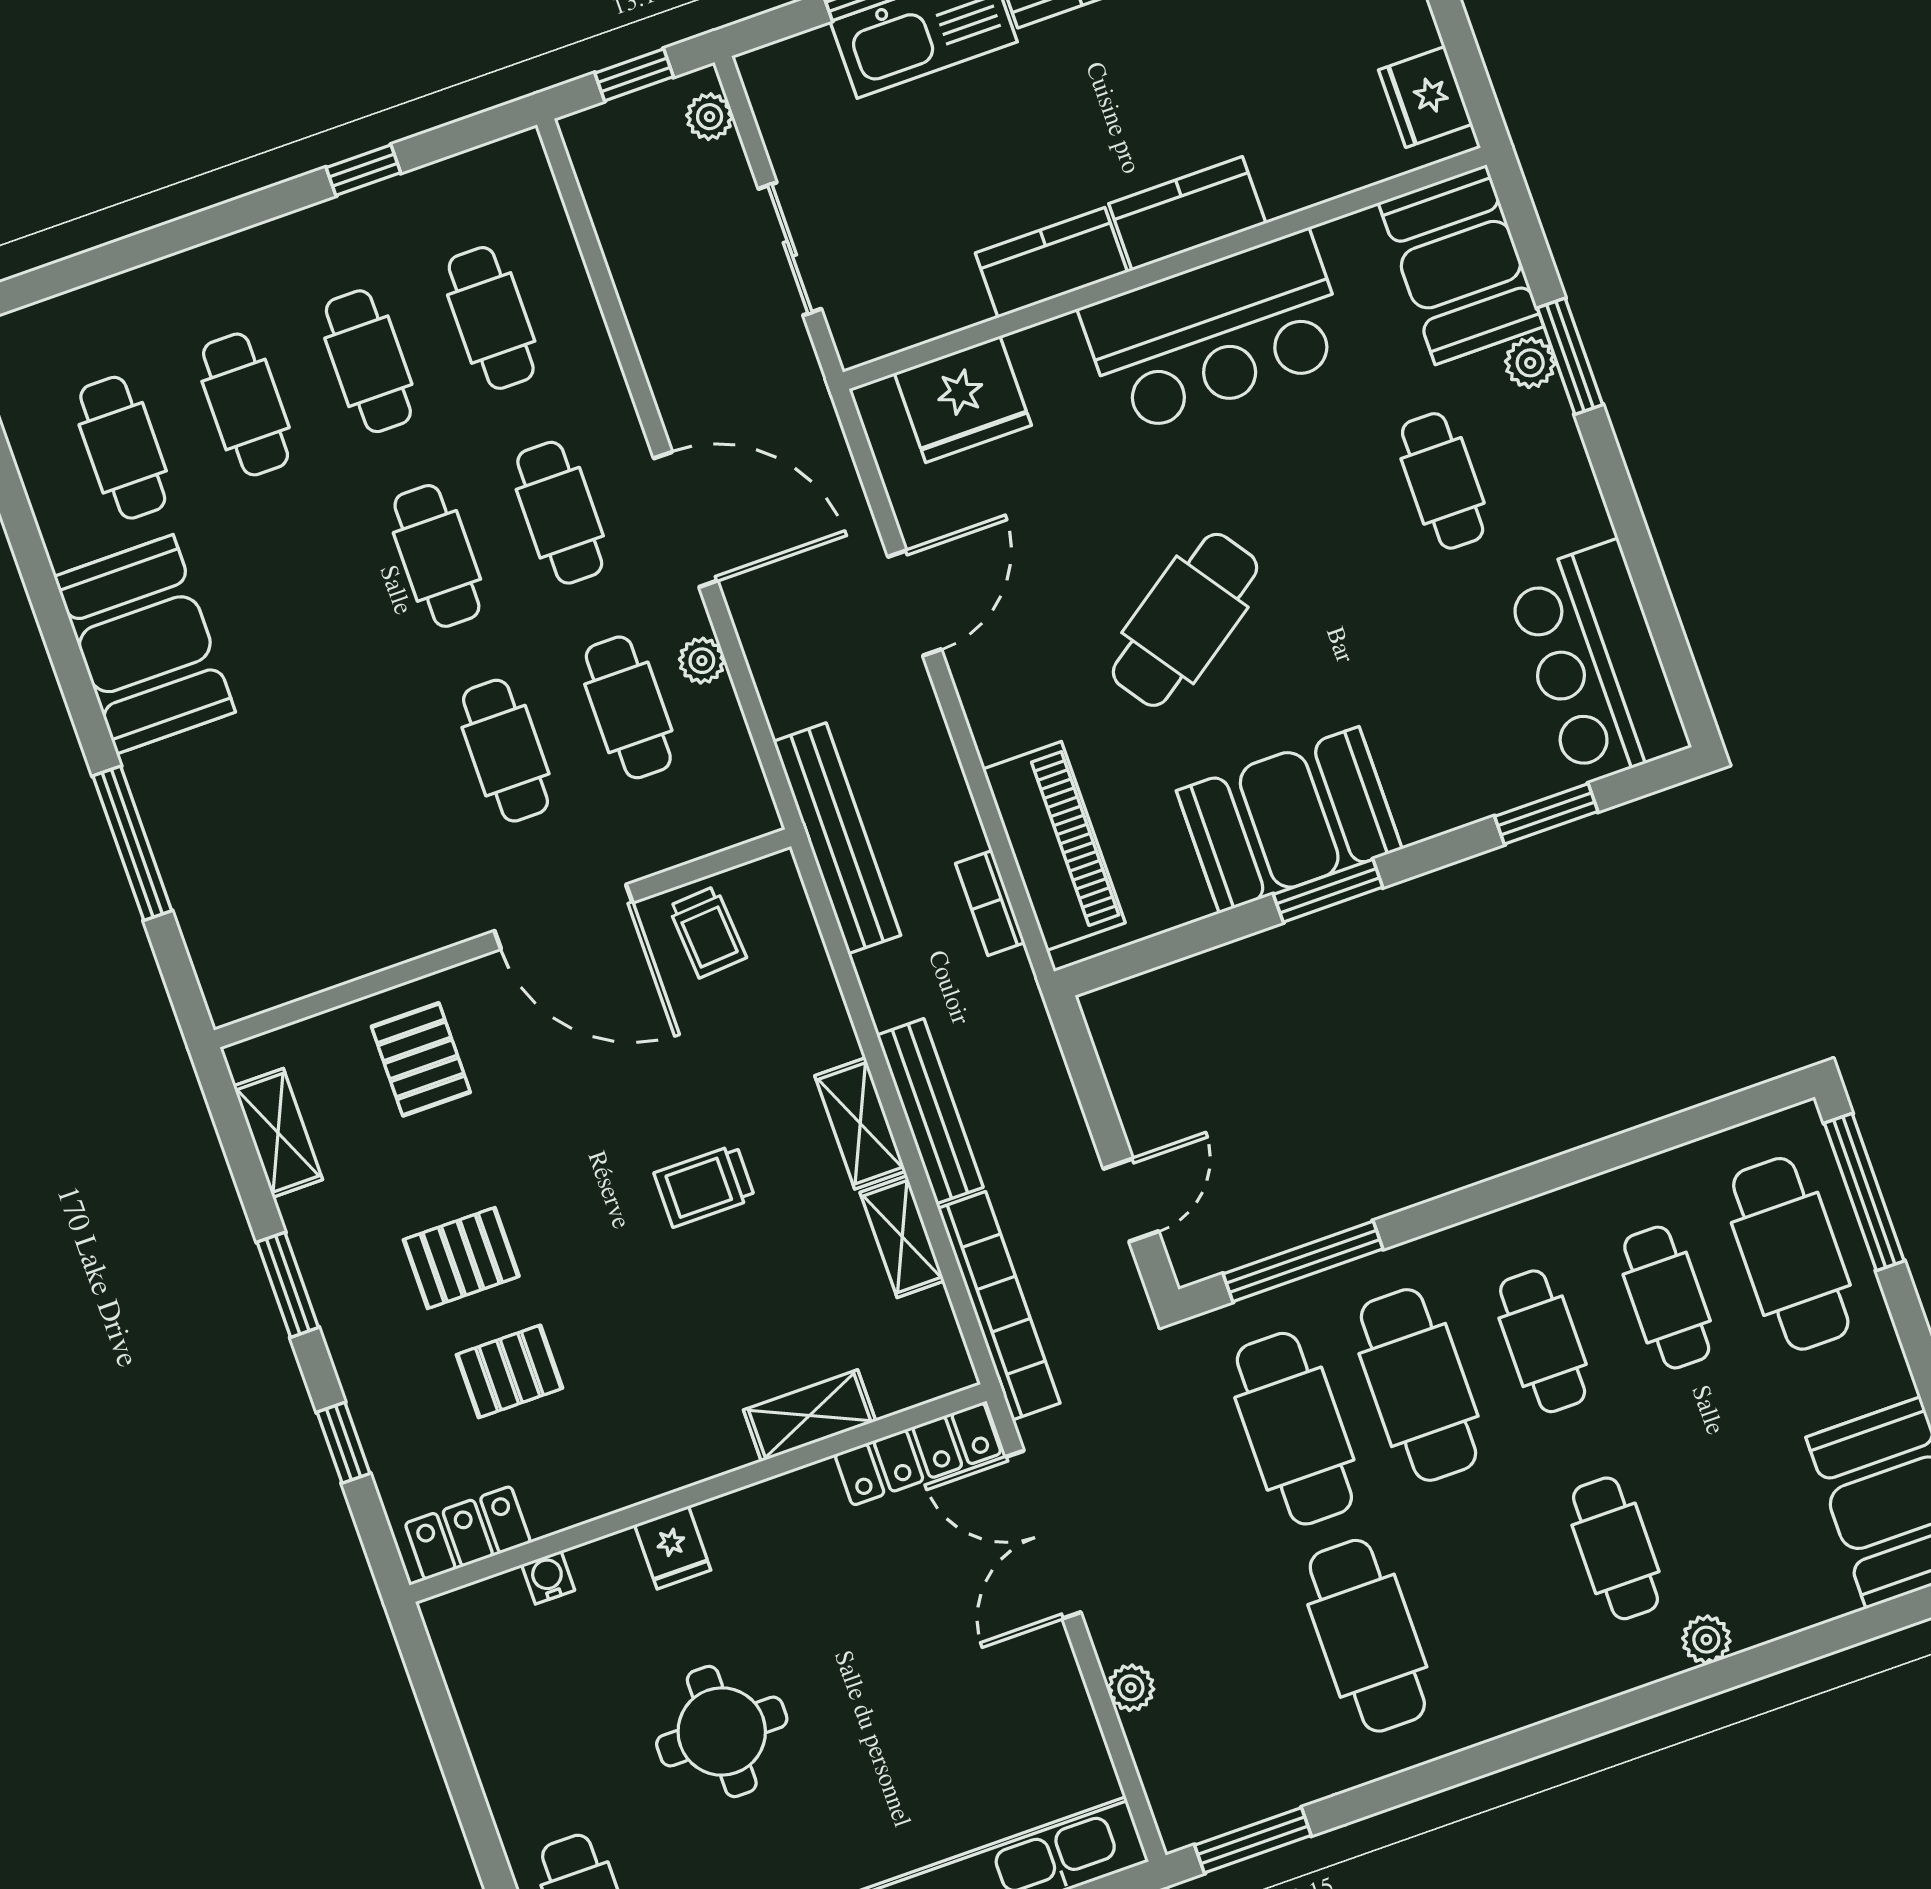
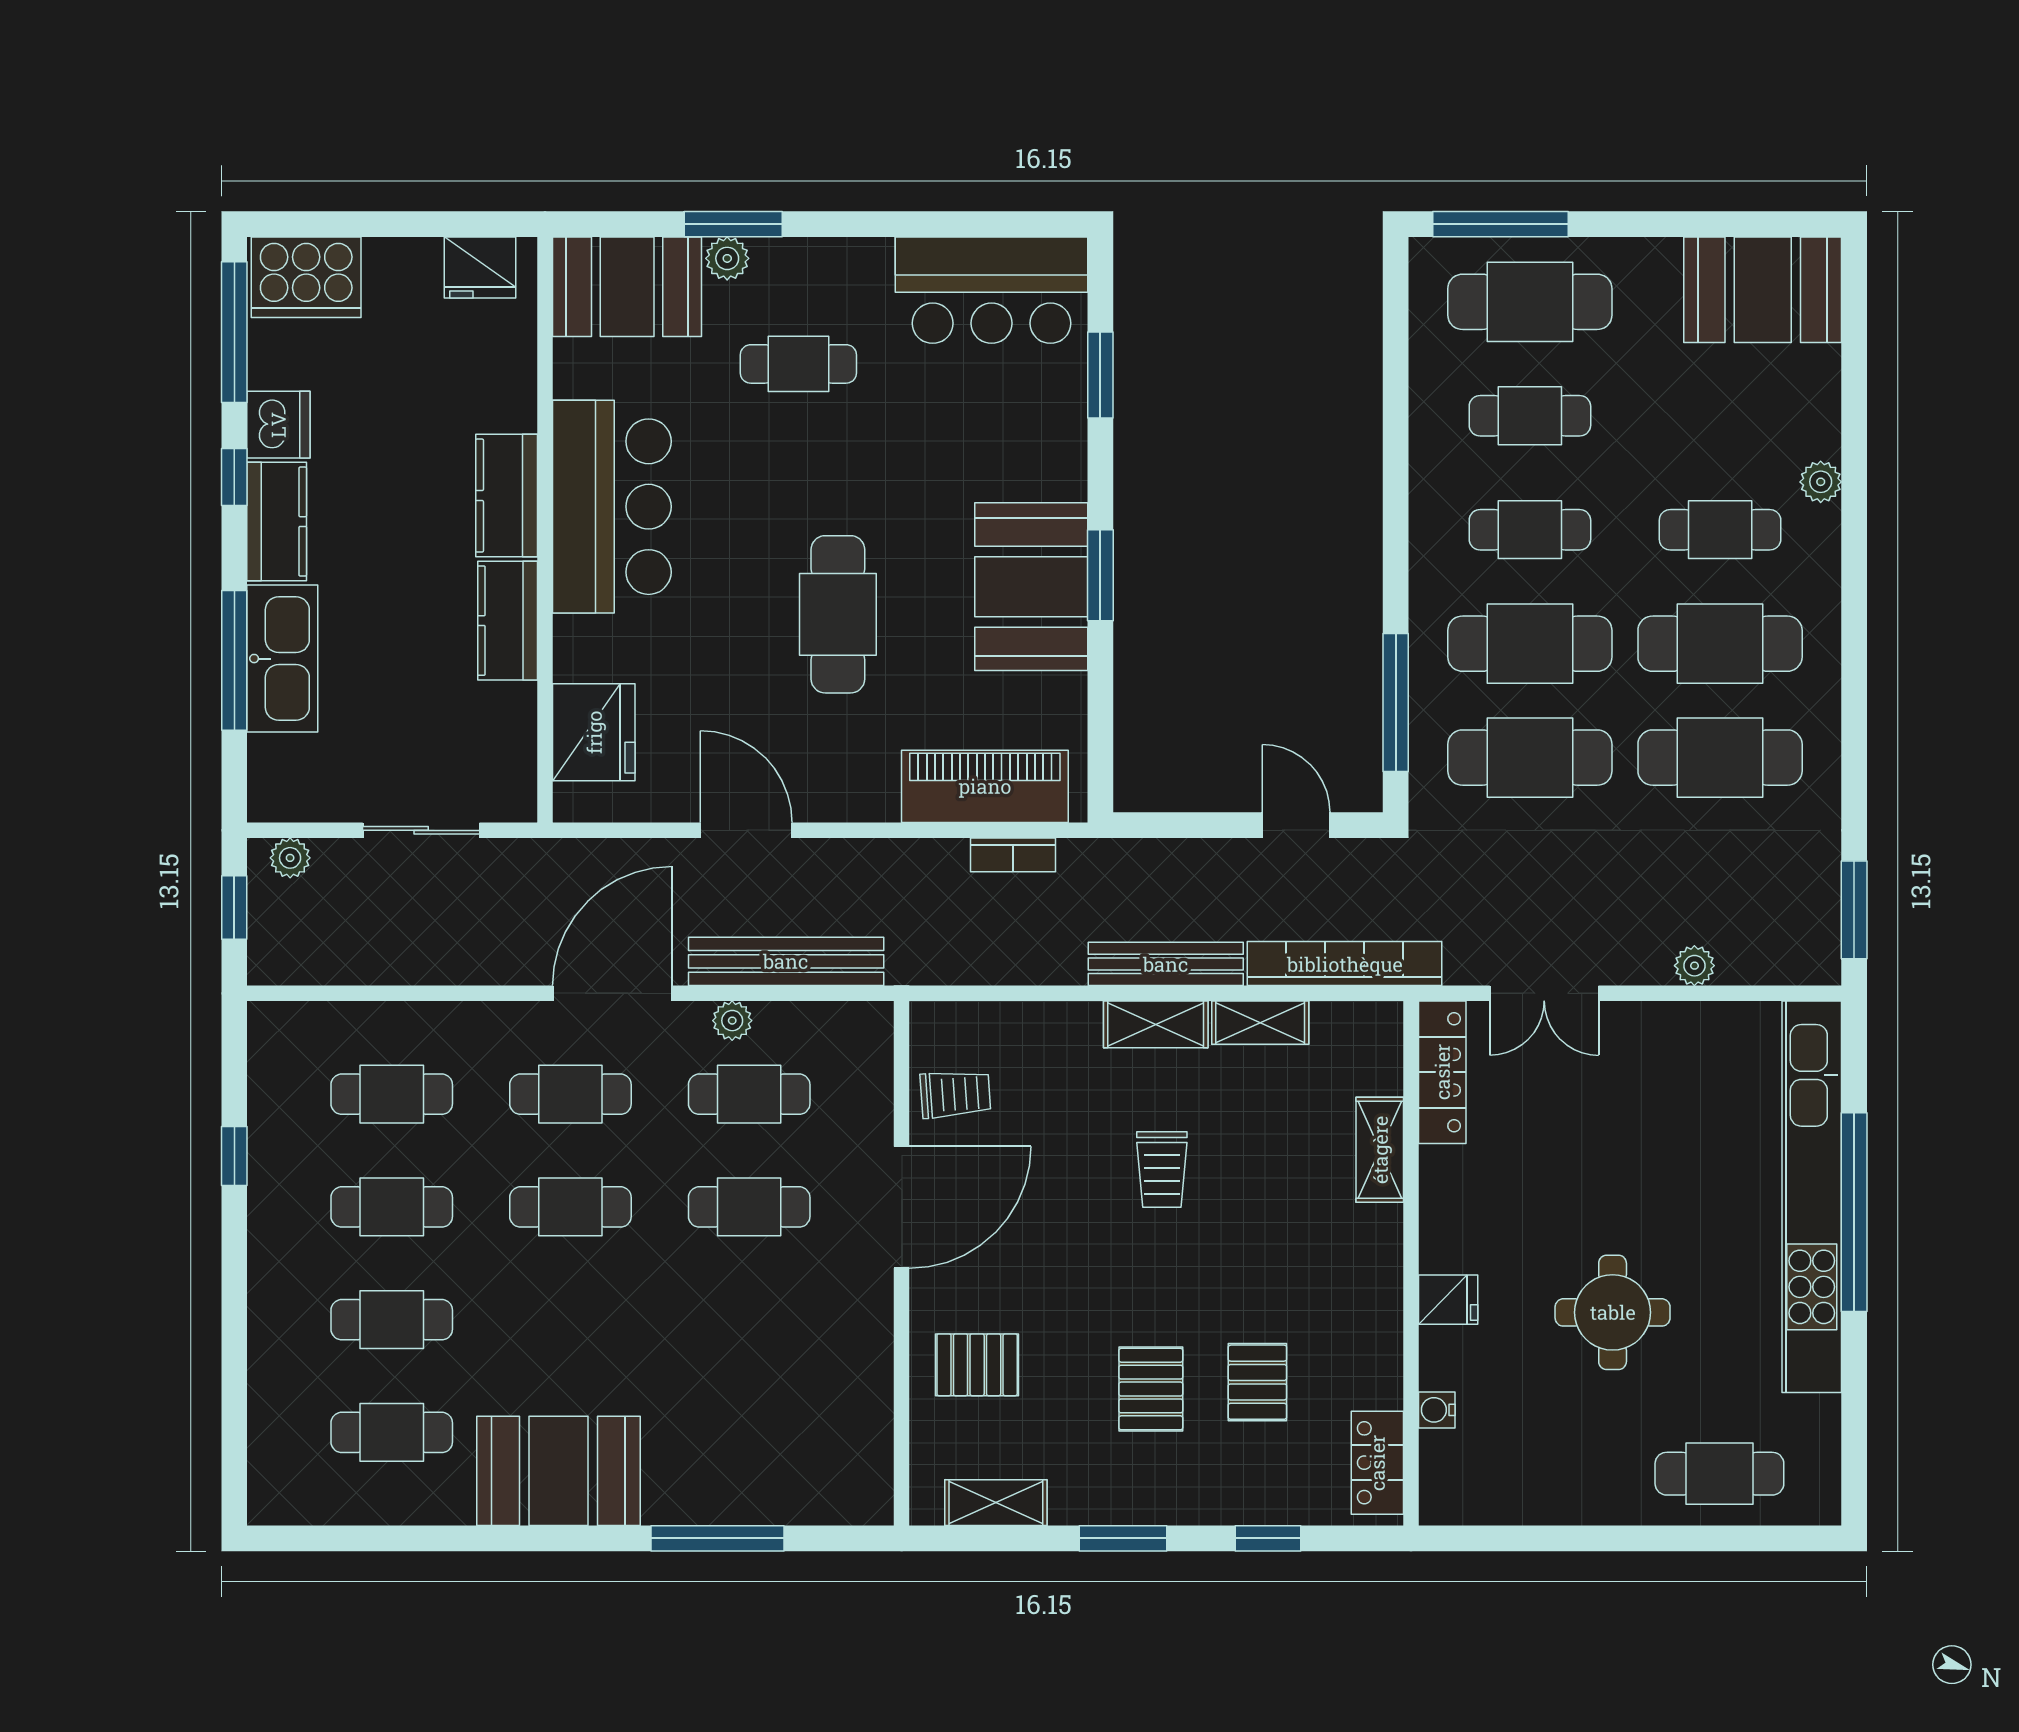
cafe table: (1185, 620) -> (838, 614), turned 35
bench: (837, 838) -> (786, 961), moved
double door: (1043, 1535) -> (1544, 993), width x0.73
cafe table: (1491, 1592) -> (1720, 644), added

